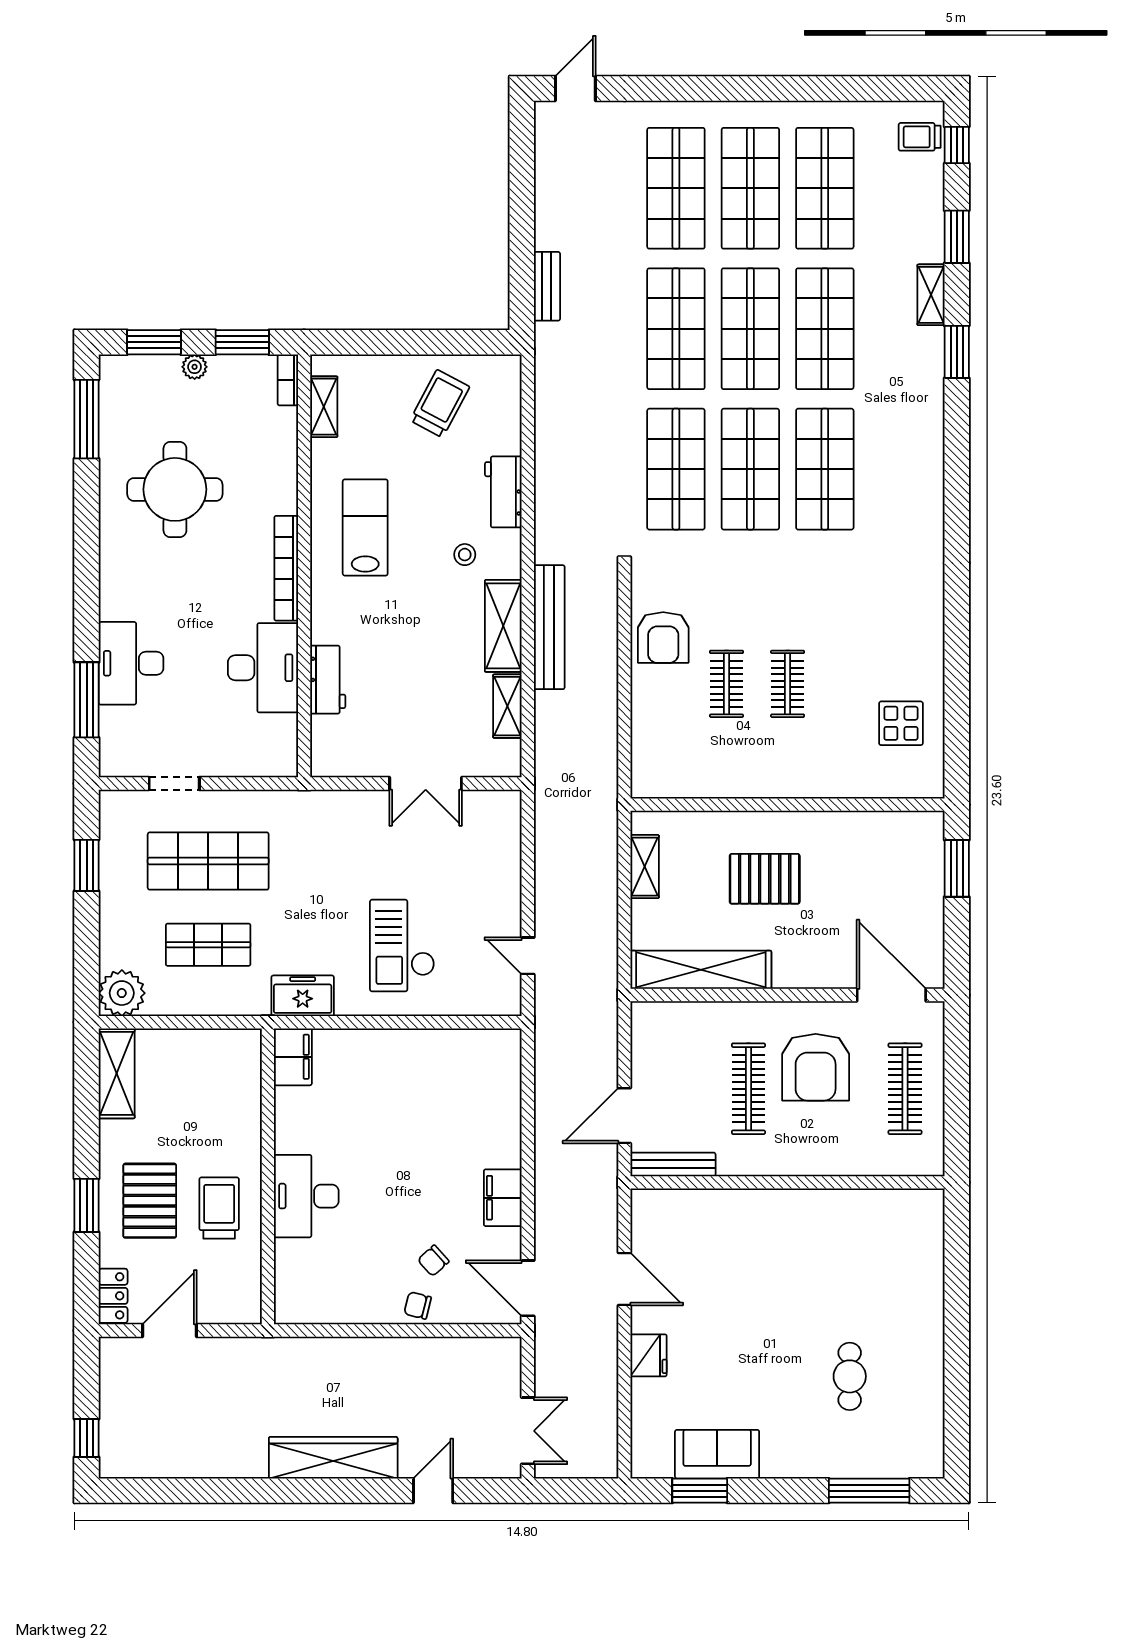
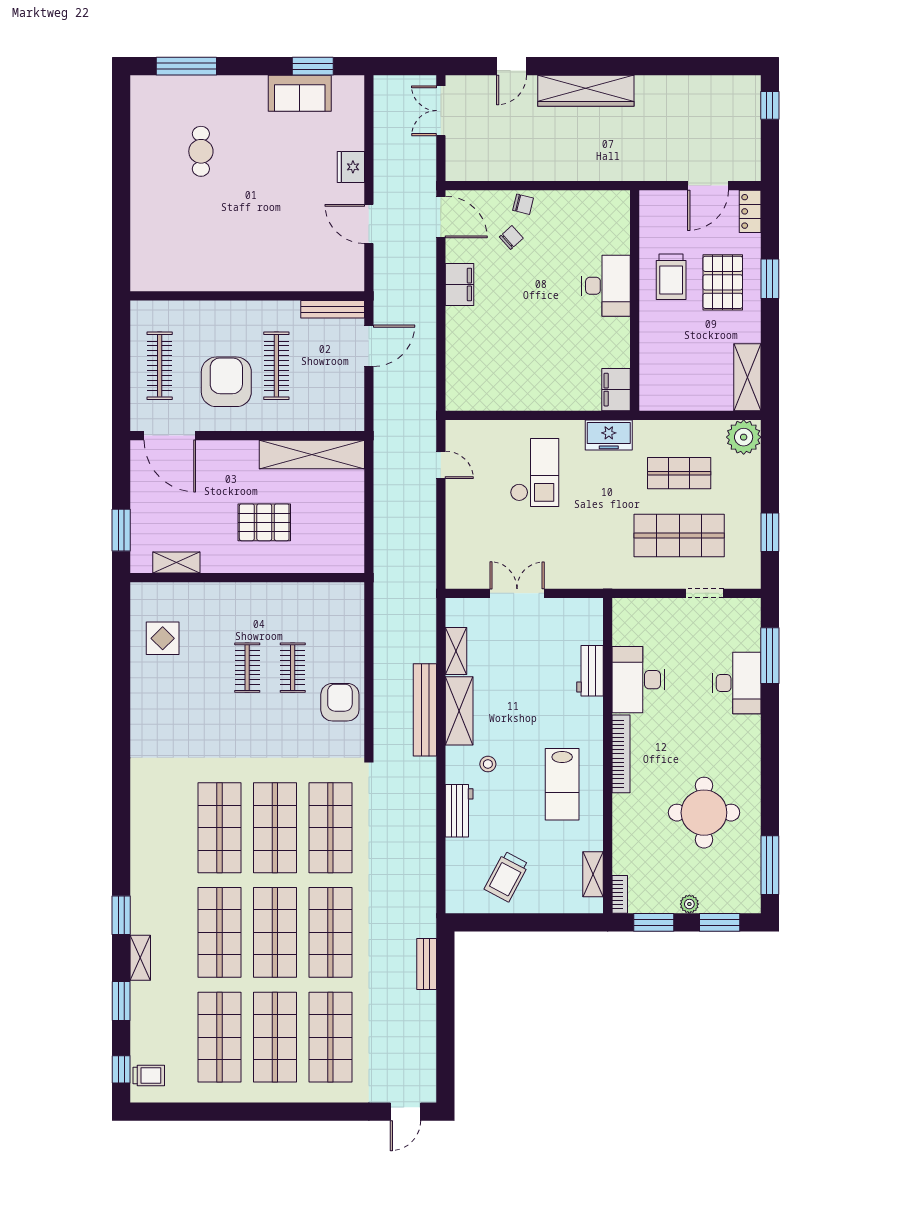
shelving: (645, 867) -> (176, 562), moved, turned 90

